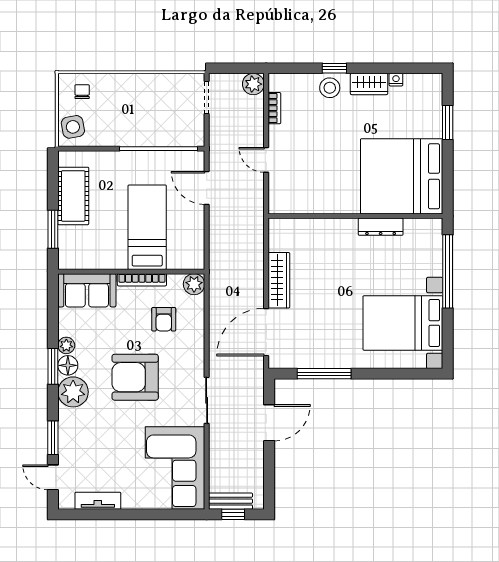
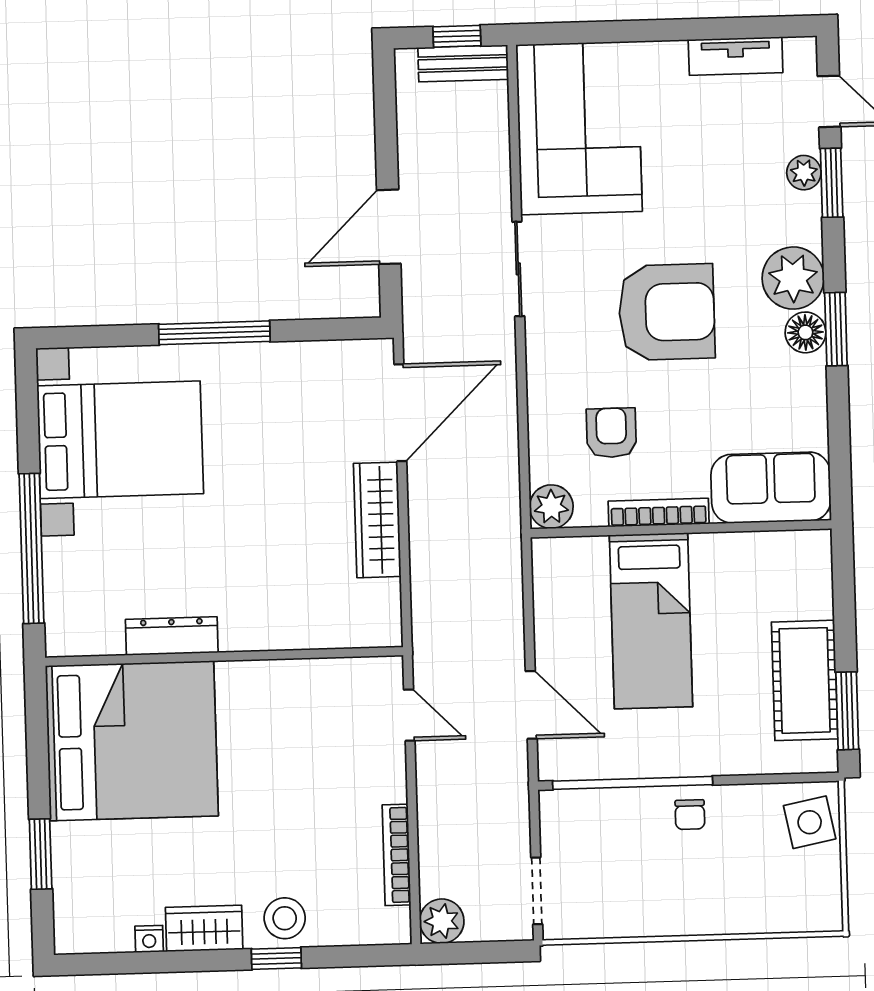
chair: (82, 92) -> (690, 815), moved
bookcase: (274, 108) -> (396, 855), width x1.56
door: (266, 160) -> (409, 715), moved
window: (53, 229) -> (847, 711), moved
plant: (66, 345) -> (804, 173), moved
window: (324, 374) -> (214, 333), moved

